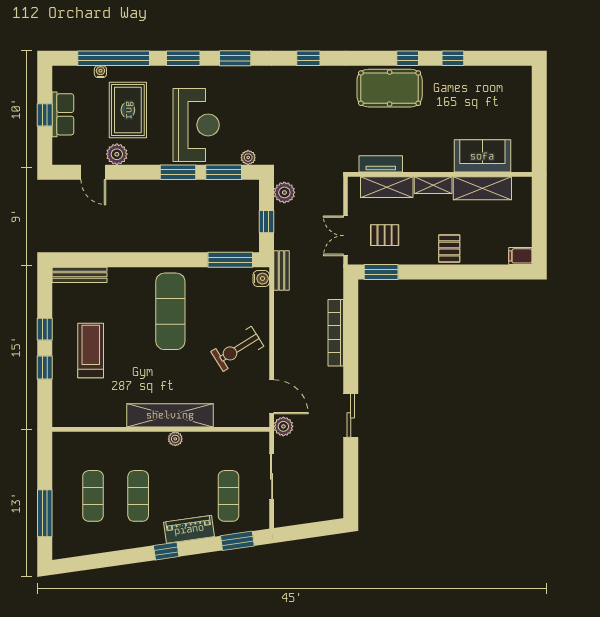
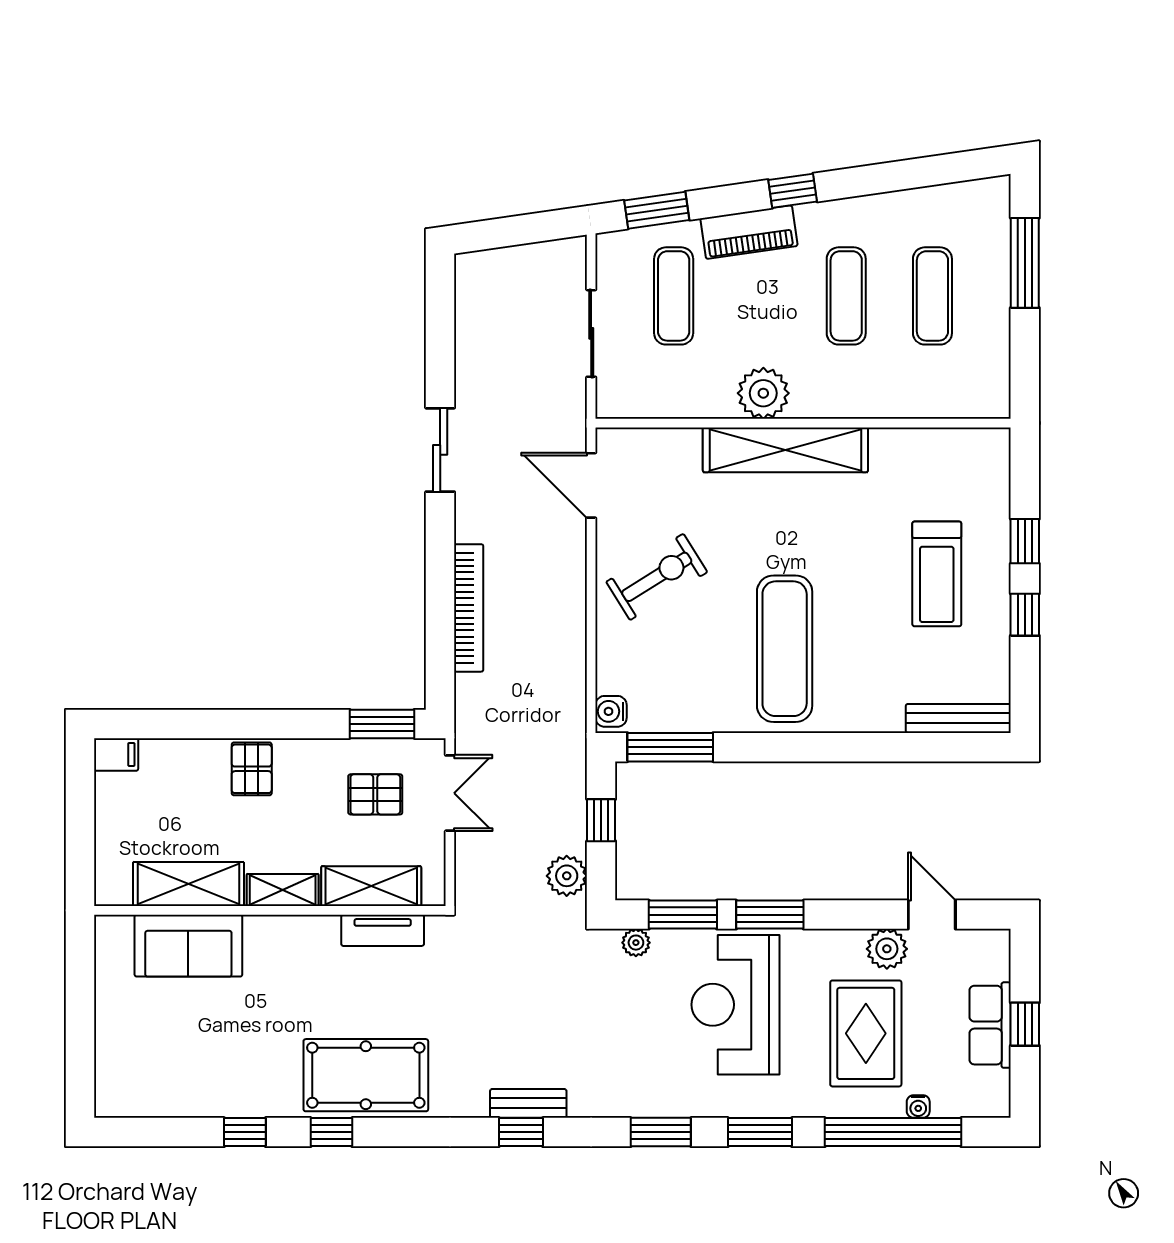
bench: (281, 271) -> (528, 1103), moved, turned 90
plant: (283, 426) -> (569, 429), removed
plant: (175, 439) -> (763, 393), width x1.88, depth x1.88

